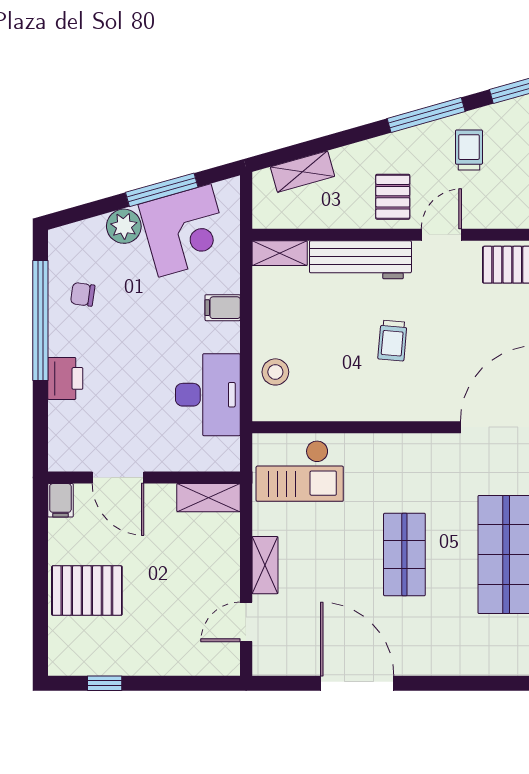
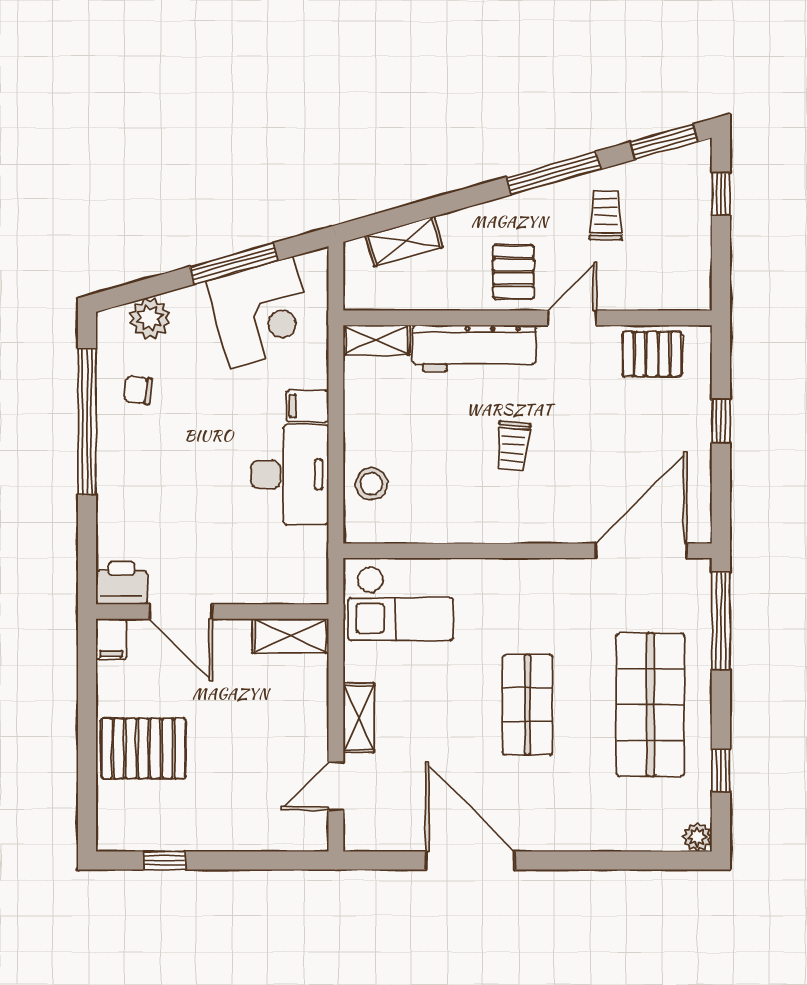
plant: (124, 226) -> (150, 318), moved
printer: (65, 378) -> (121, 583), moved, turned -90
desk: (208, 395) -> (290, 475), moved

